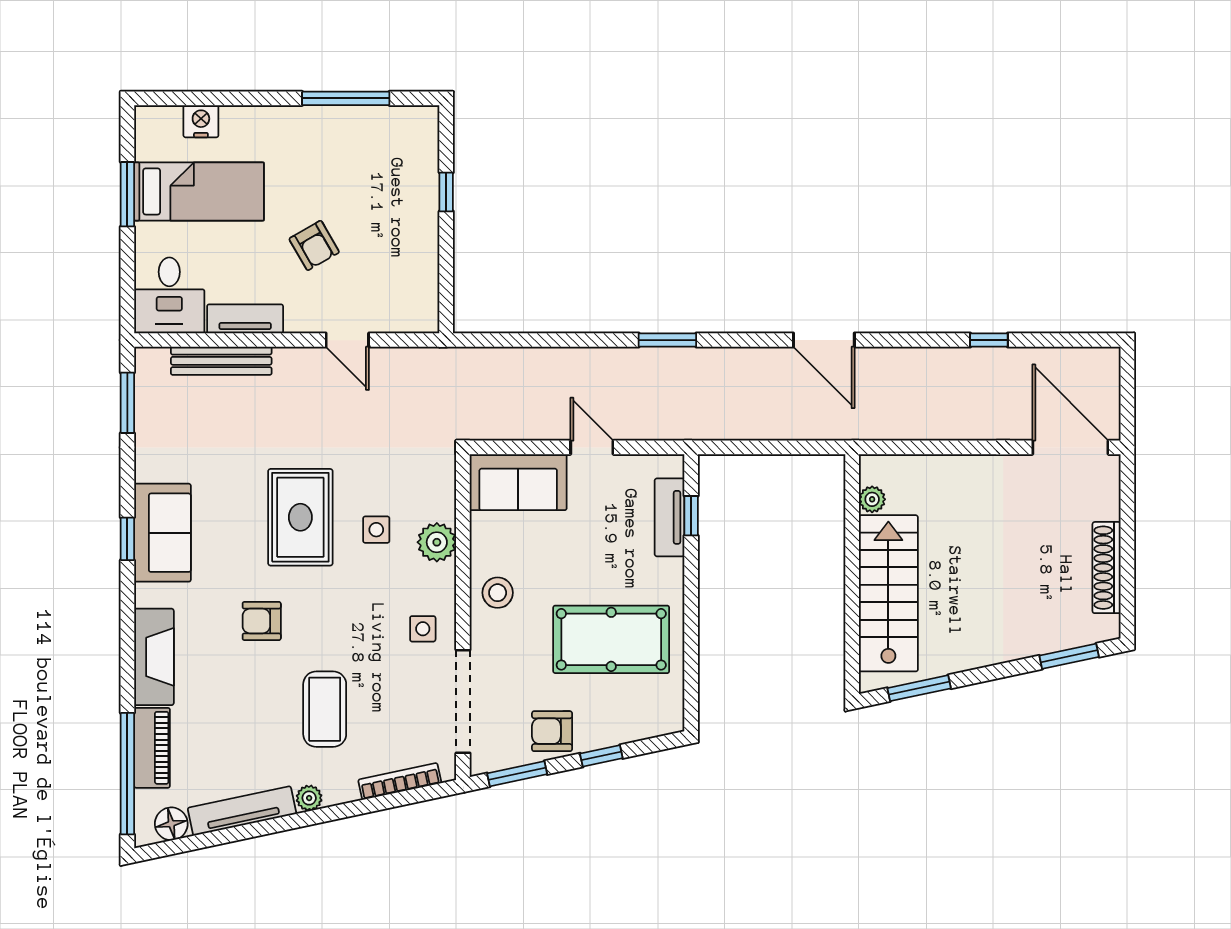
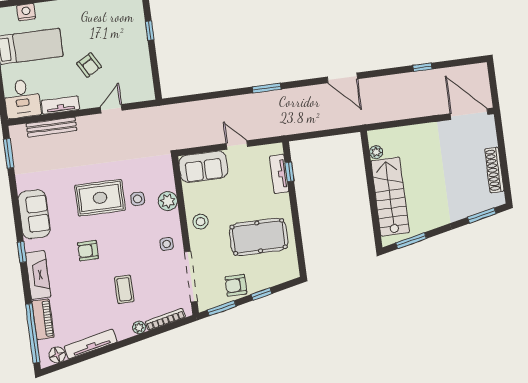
door: (347, 340) -> (111, 109), swing flipped
rug: (300, 517) -> (100, 198), turned 90
window: (127, 539) -> (22, 252), moved
coffee table: (325, 709) -> (124, 289), width x0.73, depth x0.77
plant: (309, 798) -> (139, 327), moved

